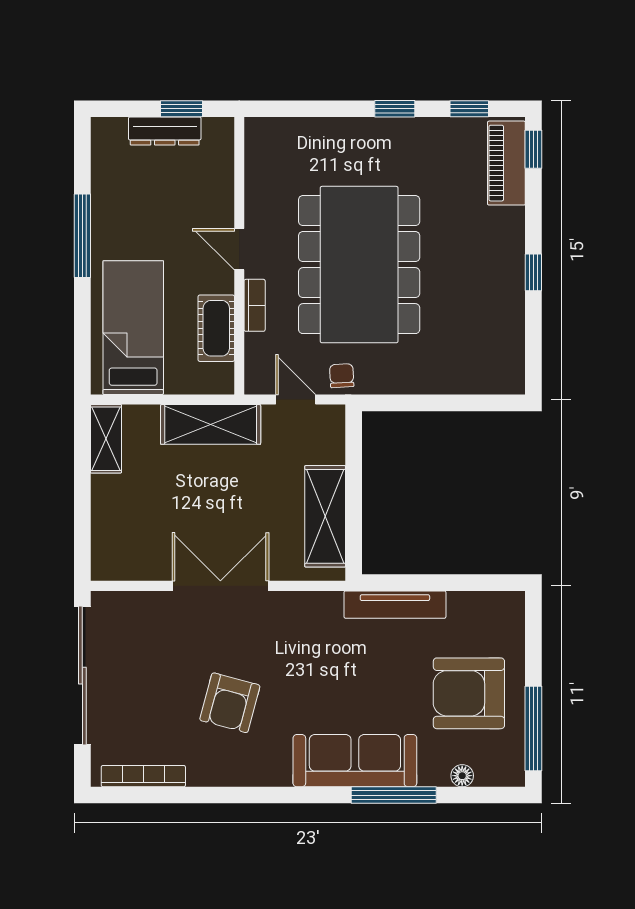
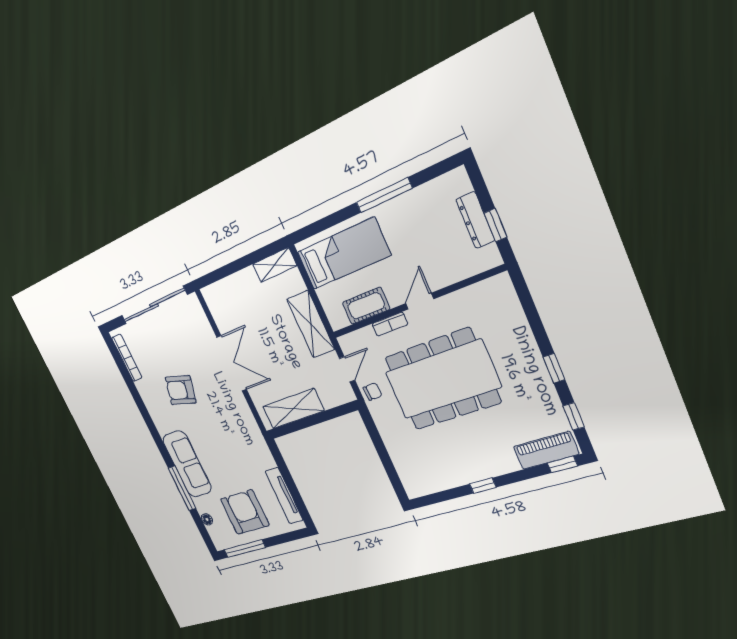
tv unit: (395, 605) -> (284, 496), moved

